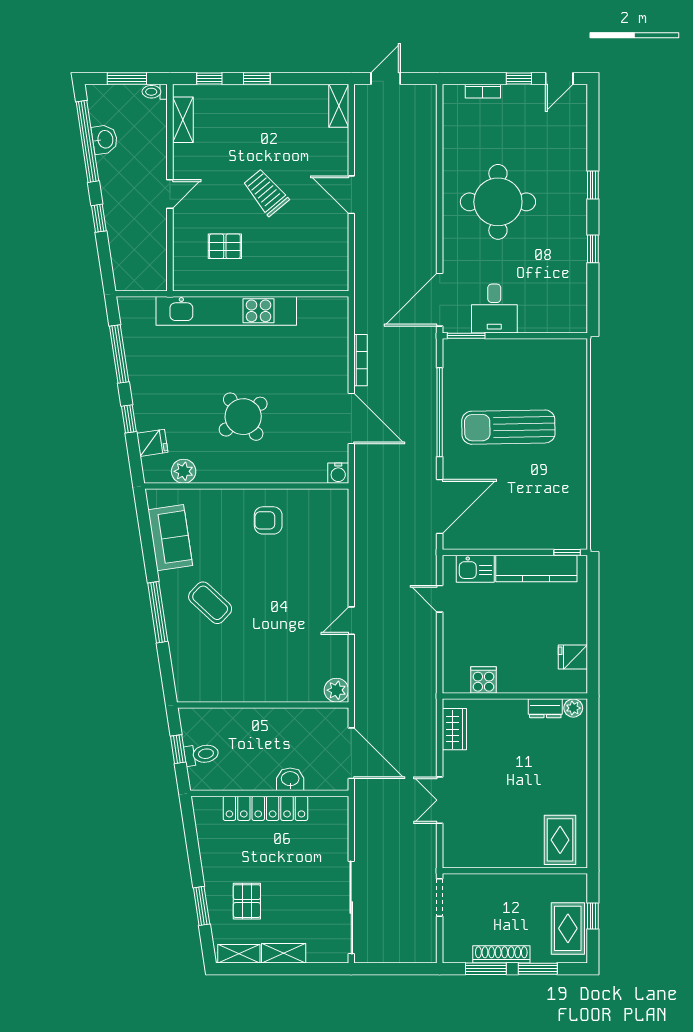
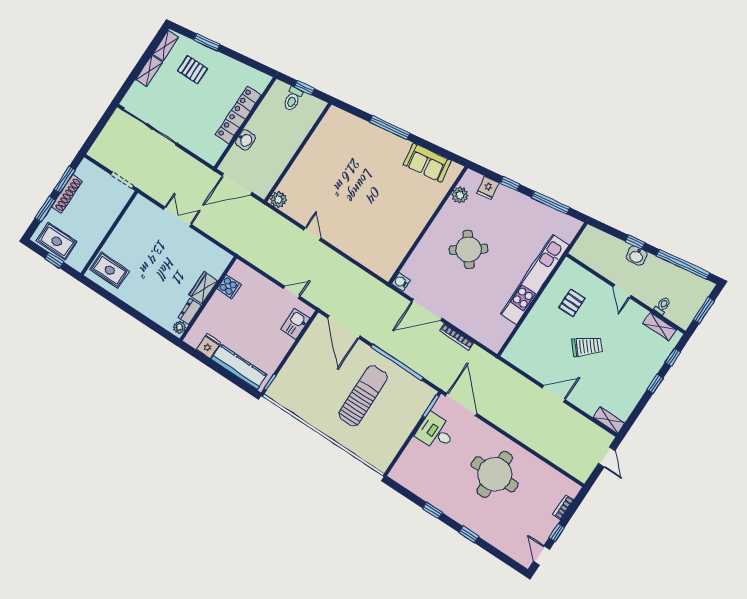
toilet: (155, 92) -> (663, 306), moved
washbasin: (105, 139) -> (637, 256), moved
armchair: (268, 520) -> (400, 225), removed
kitchen counter: (536, 568) -> (239, 367), moved, turned 90
coffee table: (210, 603) -> (375, 161), removed
wardrobe: (454, 729) -> (203, 288), moved, turned 90

